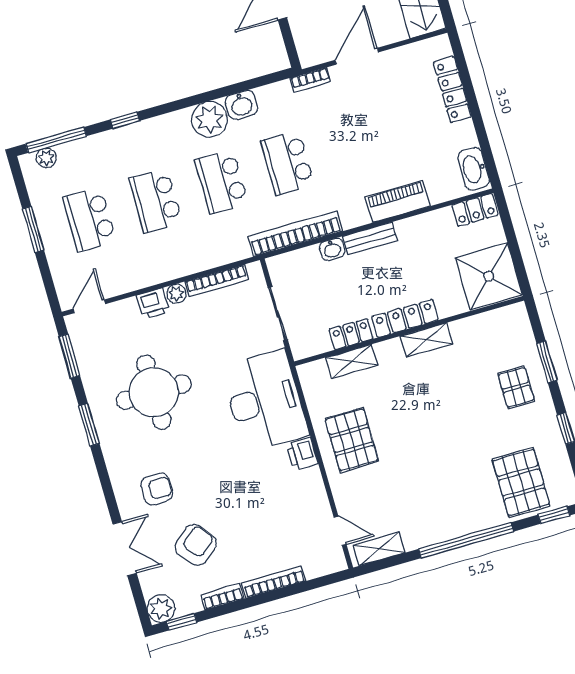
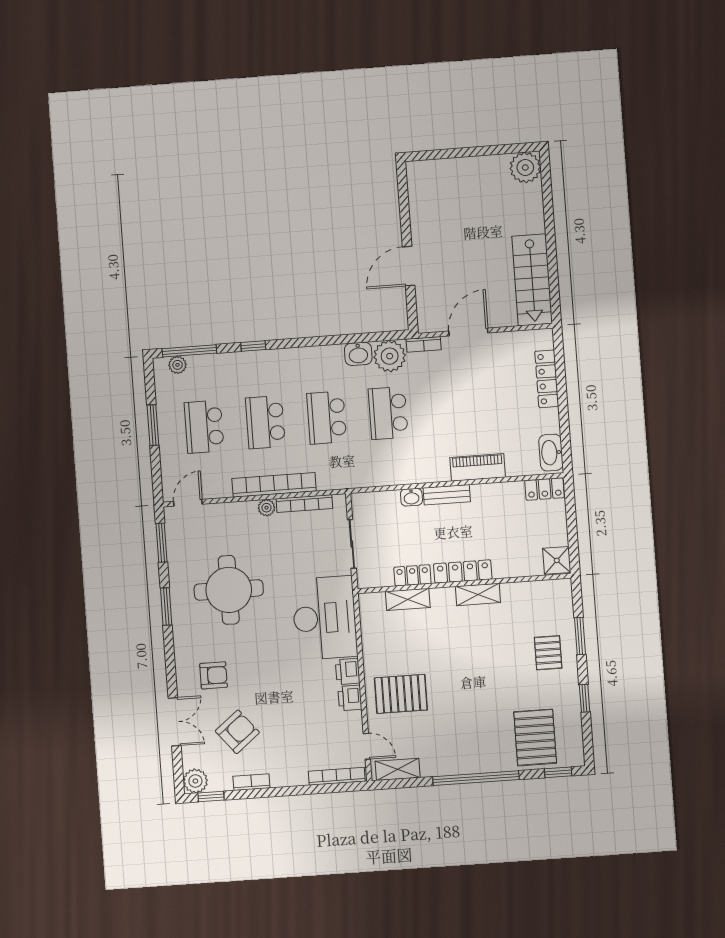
plant: (210, 119) -> (390, 356), moved
bookcase: (295, 234) -> (274, 485), moved
shower: (489, 276) -> (557, 560), width x0.54, depth x0.54
printer: (153, 303) -> (350, 698), moved, turned 90
pallet: (352, 440) -> (401, 694), moved, turned 90
bookcase: (274, 582) -> (337, 776), moved

